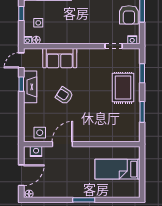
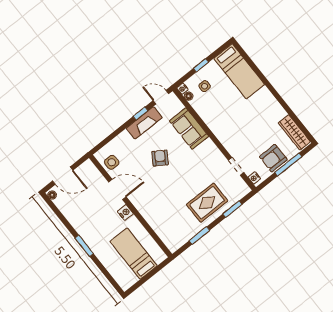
nightstand: (36, 152) -> (125, 212), moved

